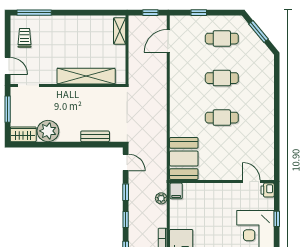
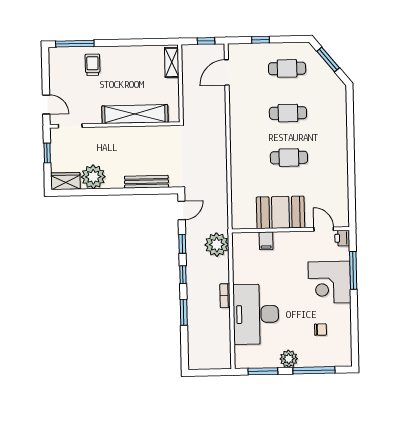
trolley: (24, 38) -> (93, 65), moved
window: (8, 109) -> (47, 153), width x0.67
bench: (95, 136) -> (146, 182), width x1.36
booth: (184, 158) -> (280, 212), moved, turned 90
door: (126, 162) -> (182, 210), hinge flipped
filing cabinet: (176, 191) -> (266, 241), moved
plant: (161, 198) -> (217, 245), width x1.88, depth x1.88
window: (277, 219) -> (353, 270), width x2.17

